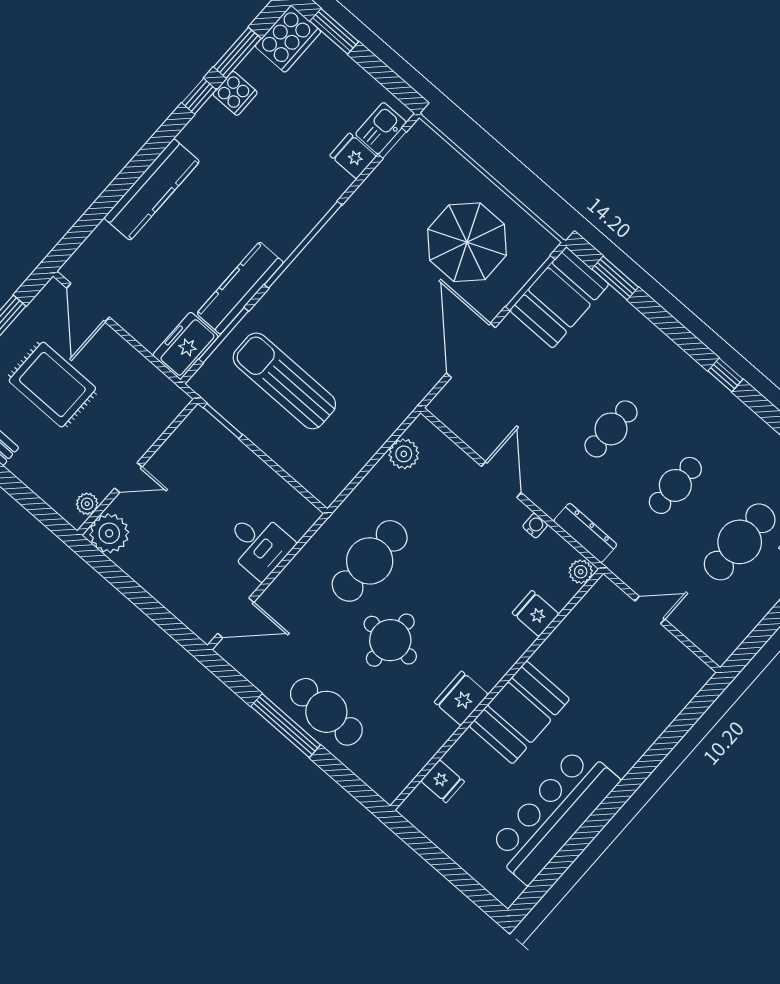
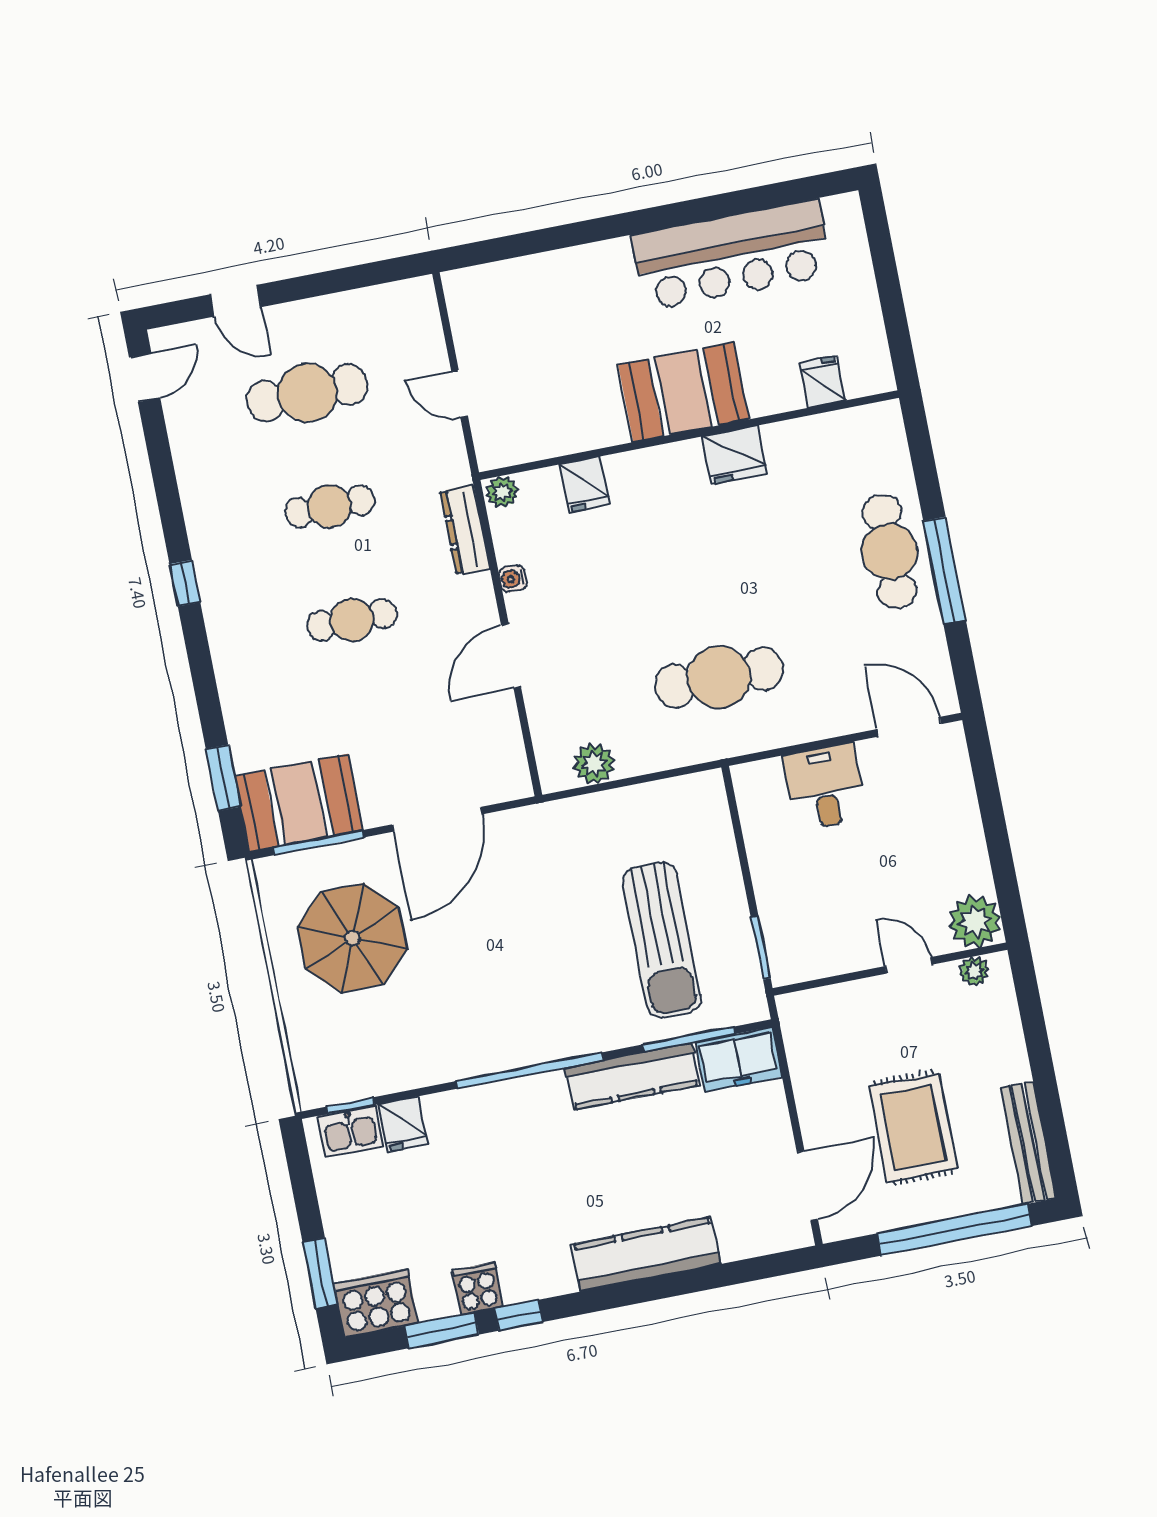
round table: (390, 640) -> (762, 576), removed

